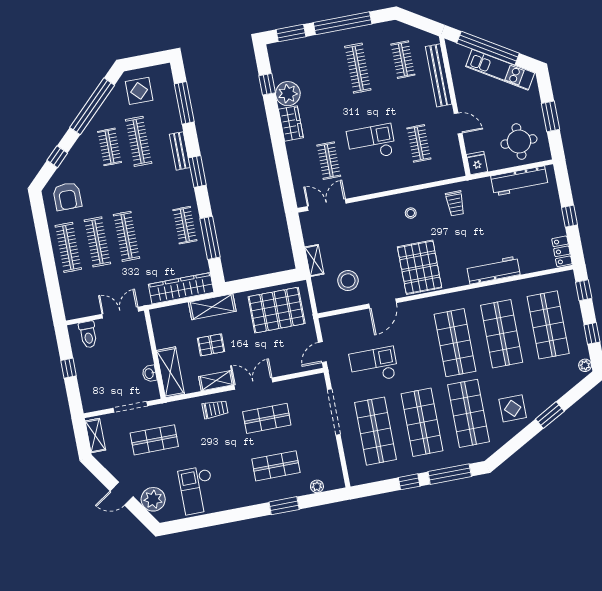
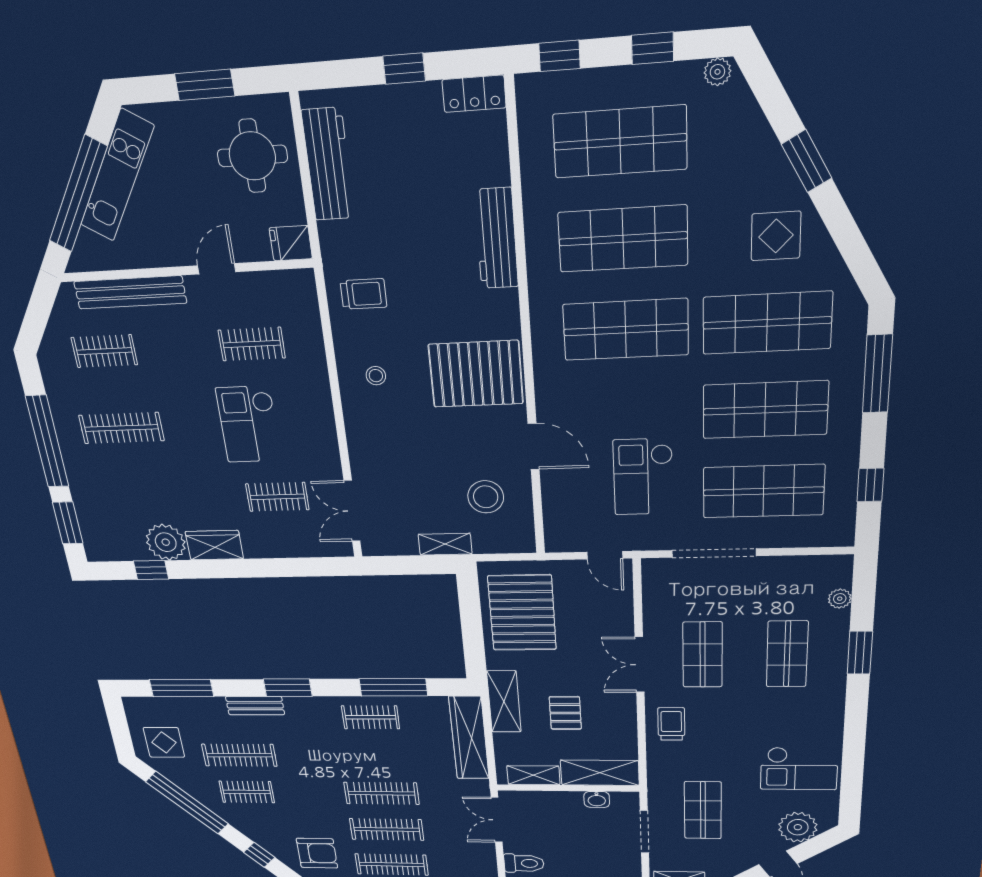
shelving: (216, 381) -> (533, 775), moved, turned 90
window: (409, 482) -> (870, 485), moved

